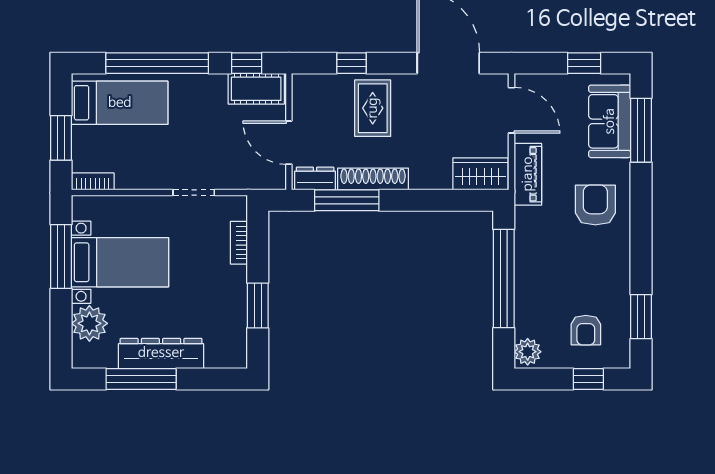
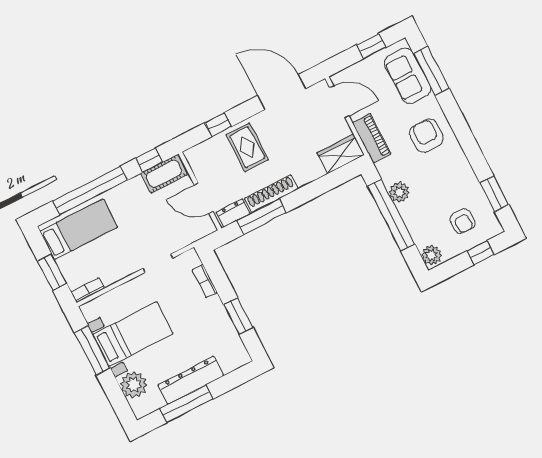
plant: (528, 256) -> (399, 192), added

